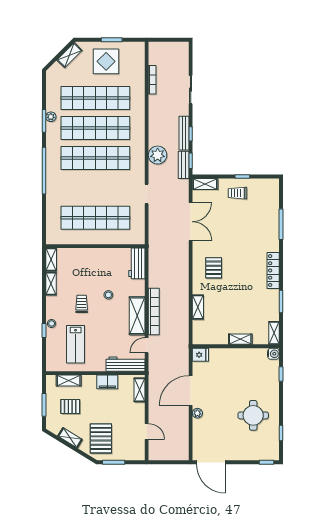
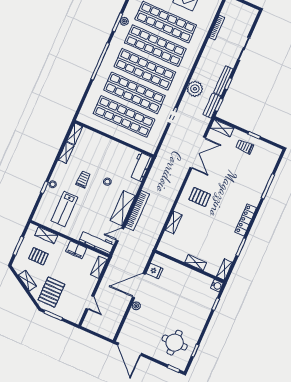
shop shelf: (95, 188) -> (134, 93), added
pallet: (214, 268) -> (200, 197), turned 90
fridge: (200, 355) -> (154, 271), moved
round table: (253, 415) -> (175, 343), moved

